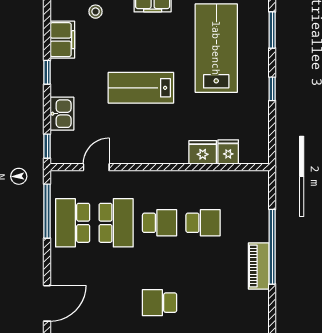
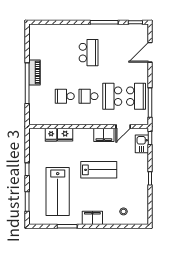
filing cabinet: (62, 40) -> (104, 135), moved, turned -90
kitchen sink: (62, 114) -> (142, 144), moved
school desk: (160, 303) -> (89, 53), width x1.85

